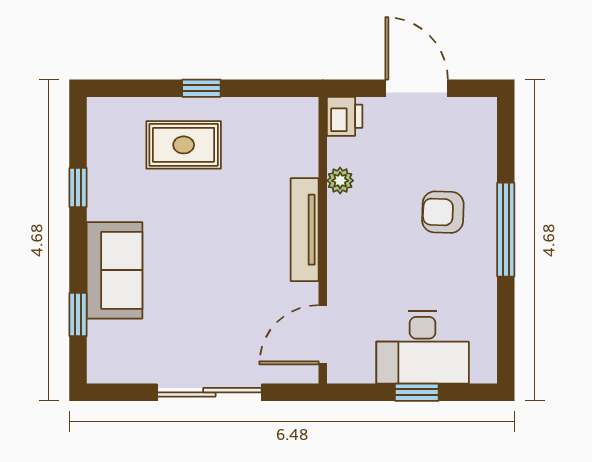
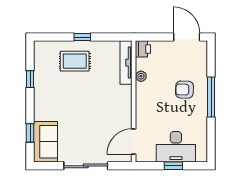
door: (417, 88) -> (187, 37), moved
tv unit: (305, 230) -> (126, 63), moved
sofa: (115, 270) -> (45, 142), moved

